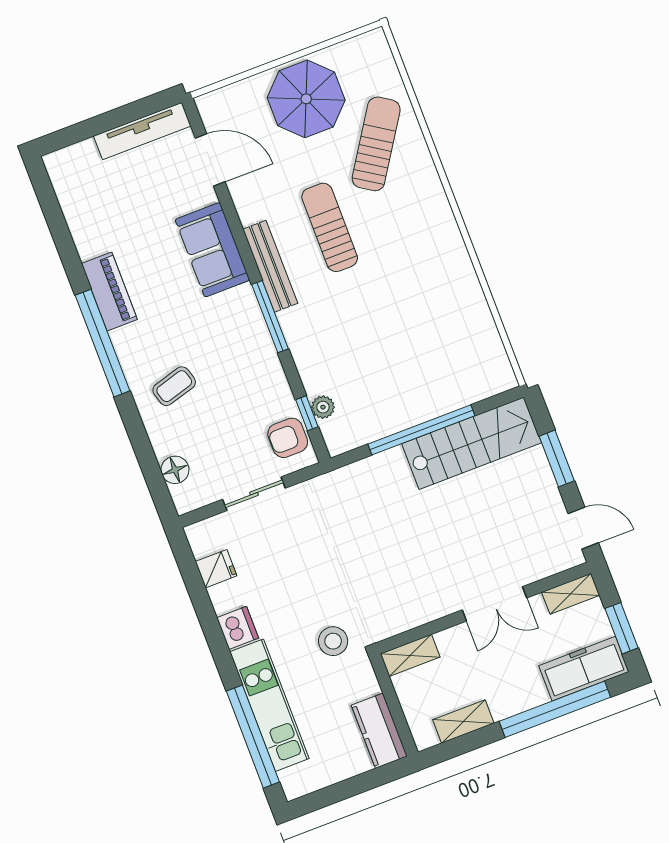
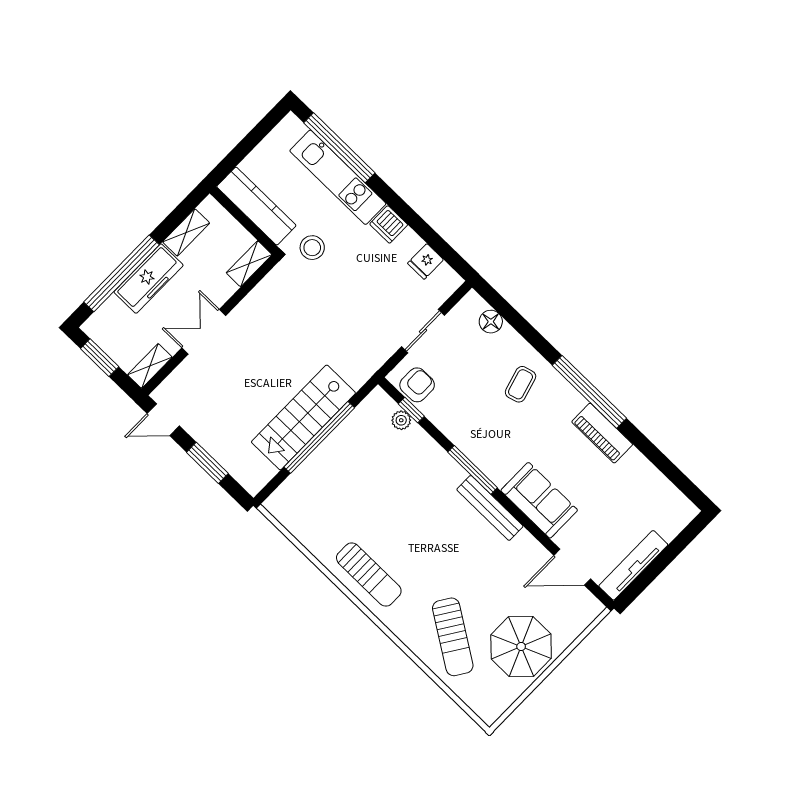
sun lounger: (330, 227) -> (369, 574), moved
stairs: (472, 443) -> (303, 417), moved
freezer: (584, 669) -> (149, 279), moved
kitchen counter: (379, 731) -> (256, 206), width x1.50

